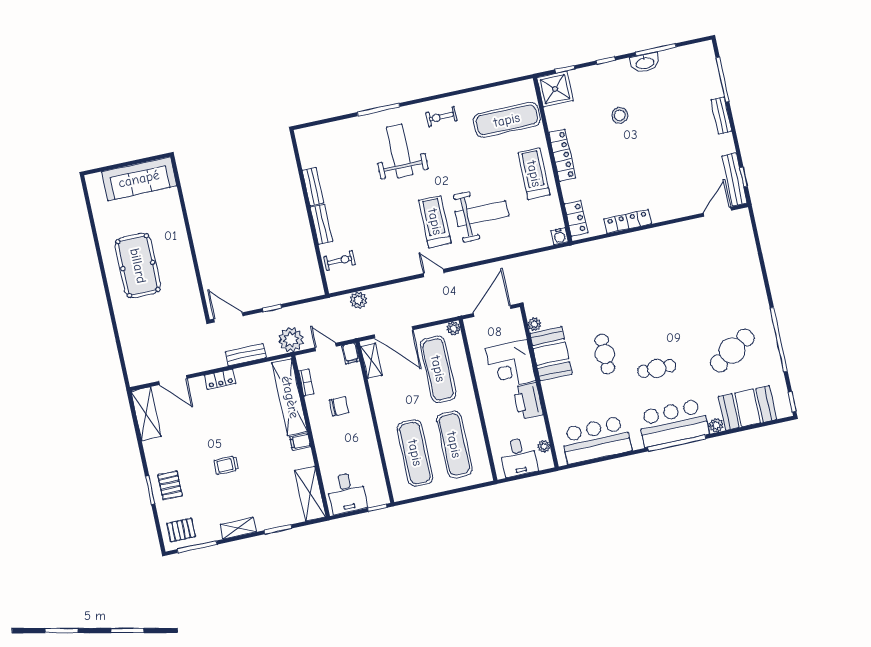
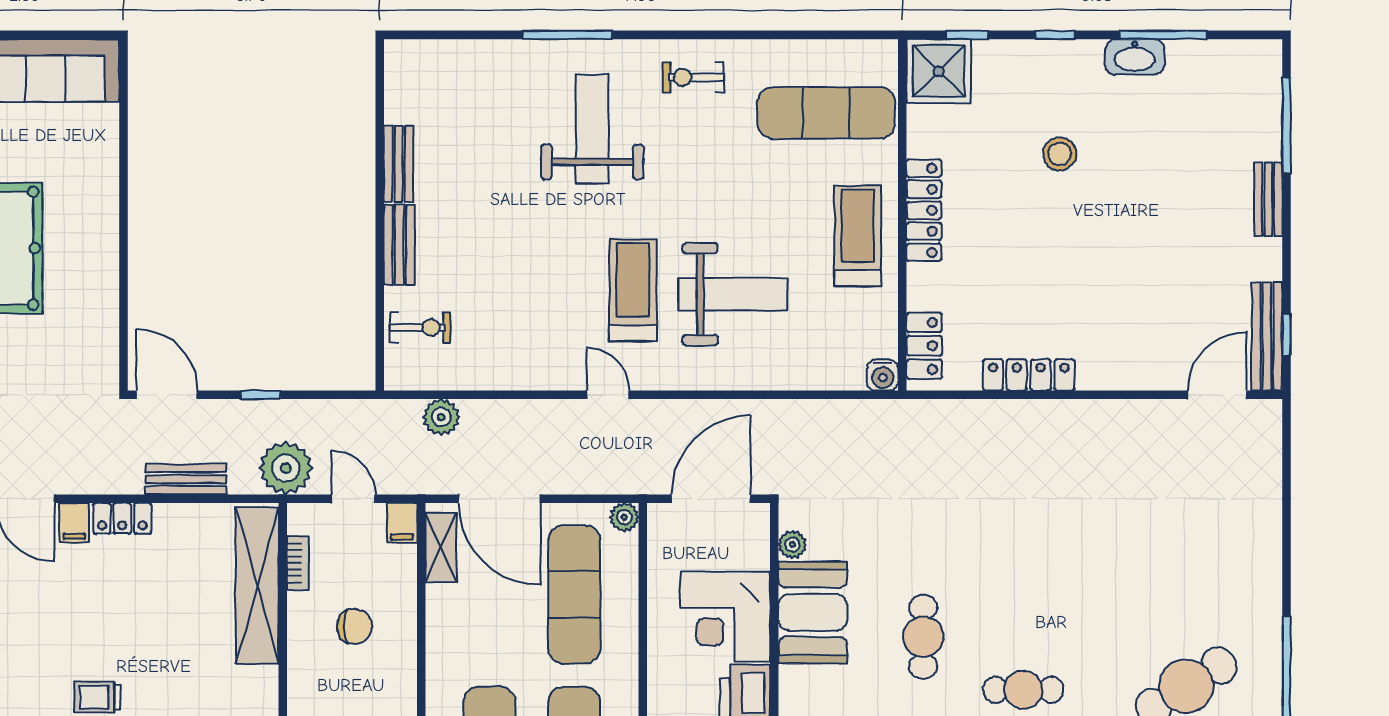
filing cabinet: (300, 442) -> (74, 523), moved, turned -90

